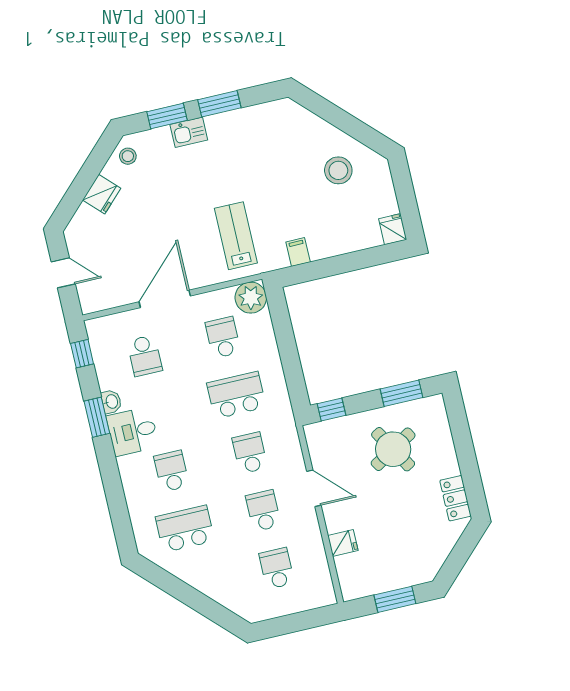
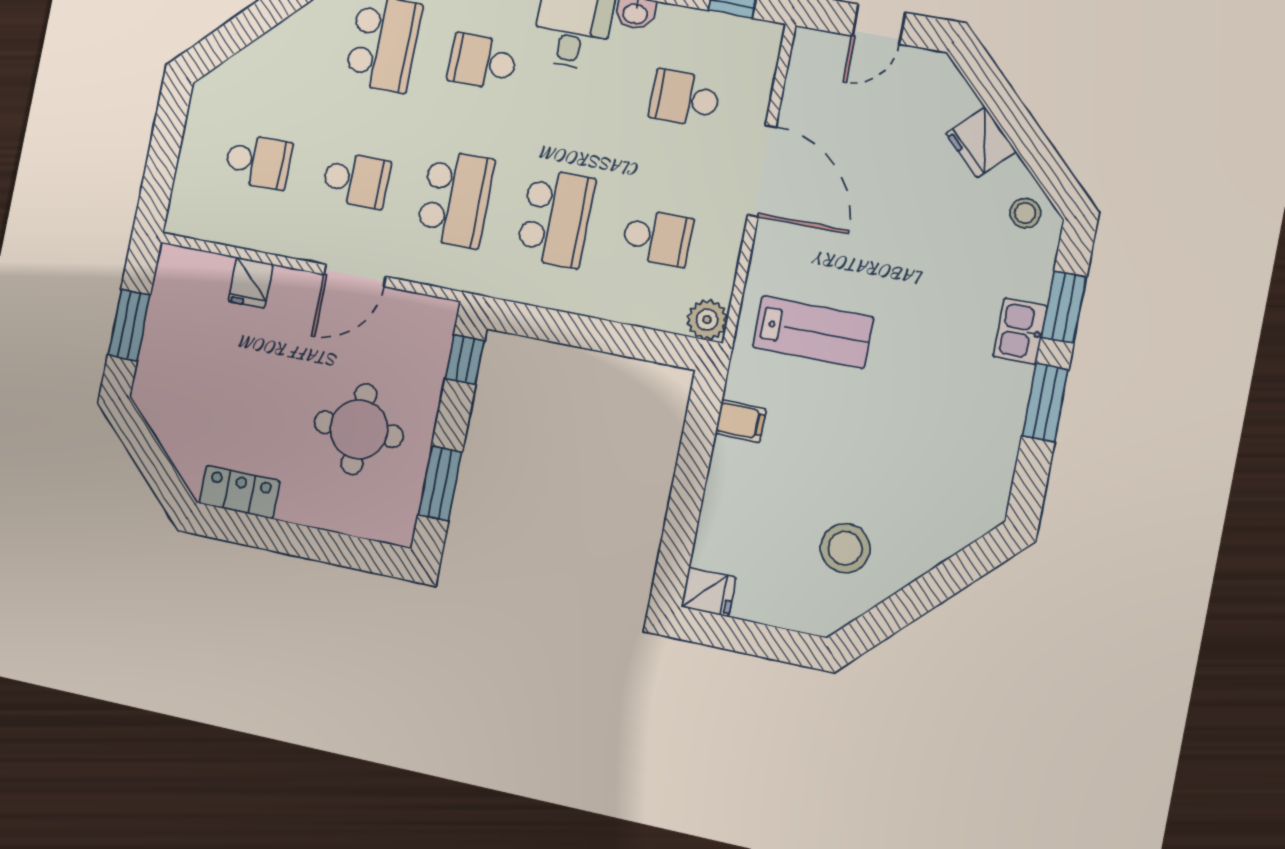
plant: (251, 298) -> (707, 320), width x0.73, depth x0.73
round table: (393, 449) -> (359, 429), turned 31
school desk: (250, 453) -> (455, 199), width x1.85
school desk: (172, 471) -> (483, 62), turned 180

